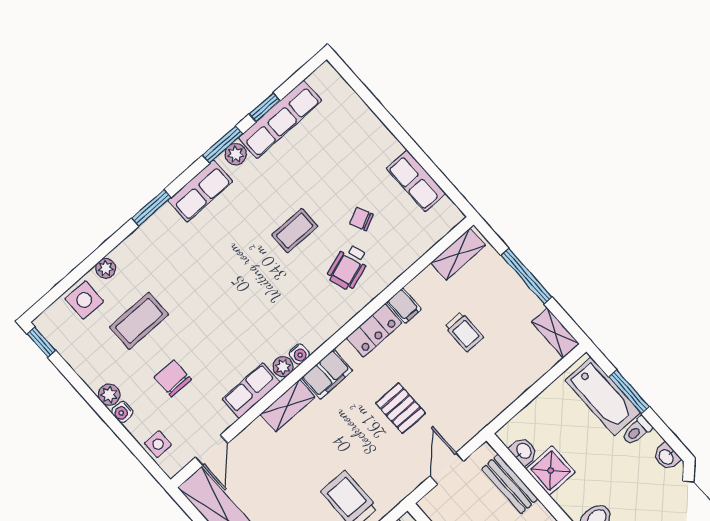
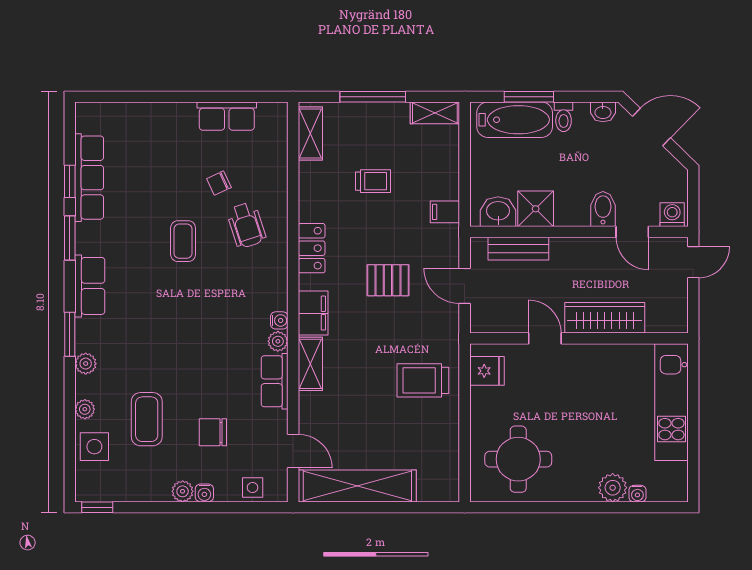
plant: (236, 154) -> (86, 364), moved
filing cabinet: (404, 306) -> (445, 212), moved, turned 180
washbasin: (523, 451) -> (498, 212), width x1.38, depth x1.45

